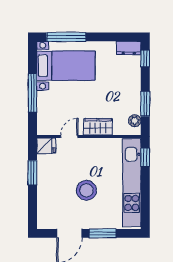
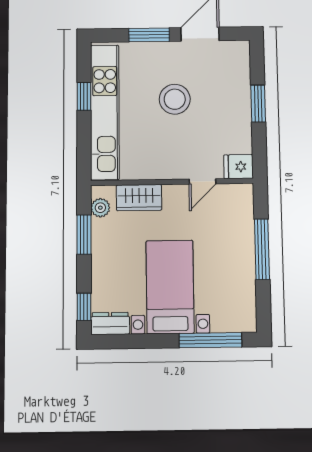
bed with nightstands: (66, 66) -> (170, 287), moved, turned 90
wardrobe: (98, 127) -> (139, 198), moved
window: (145, 157) -> (84, 96), moved
window: (33, 173) -> (258, 103), moved

